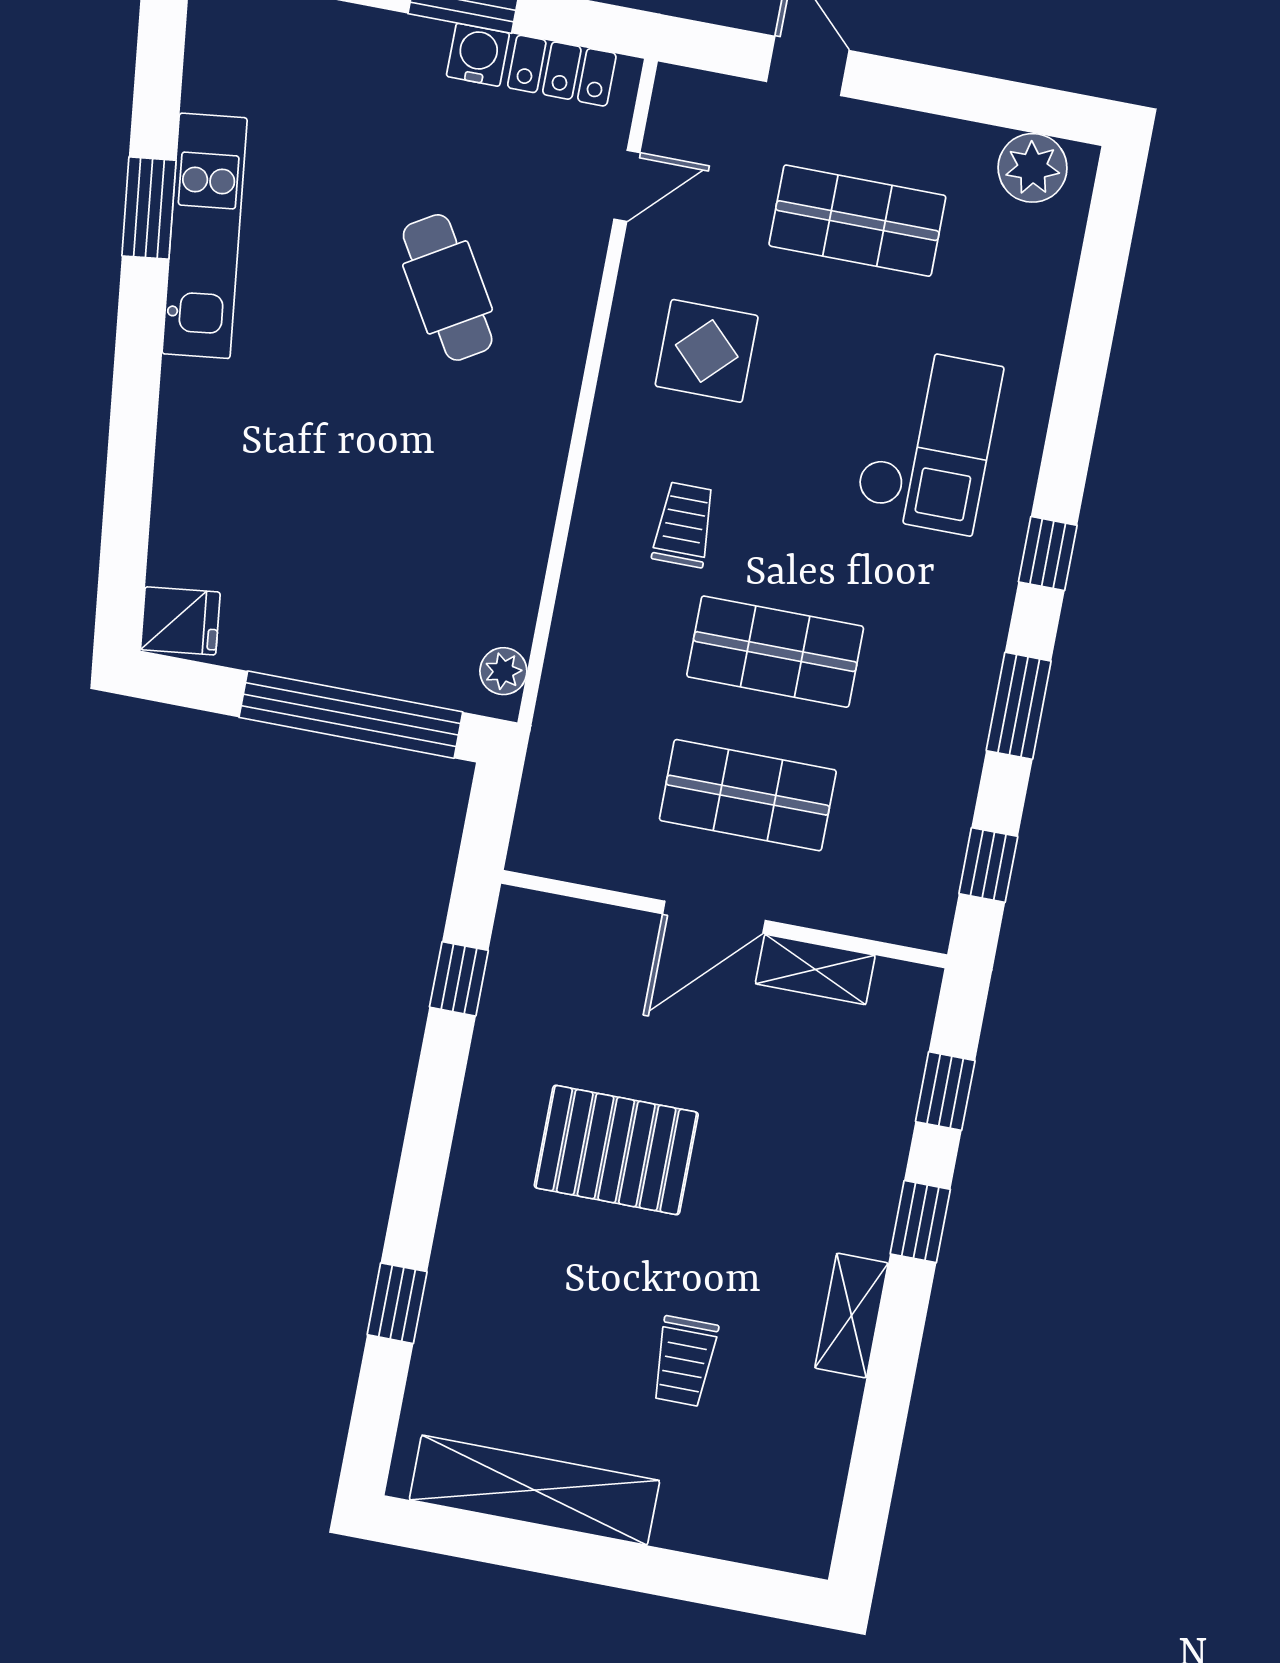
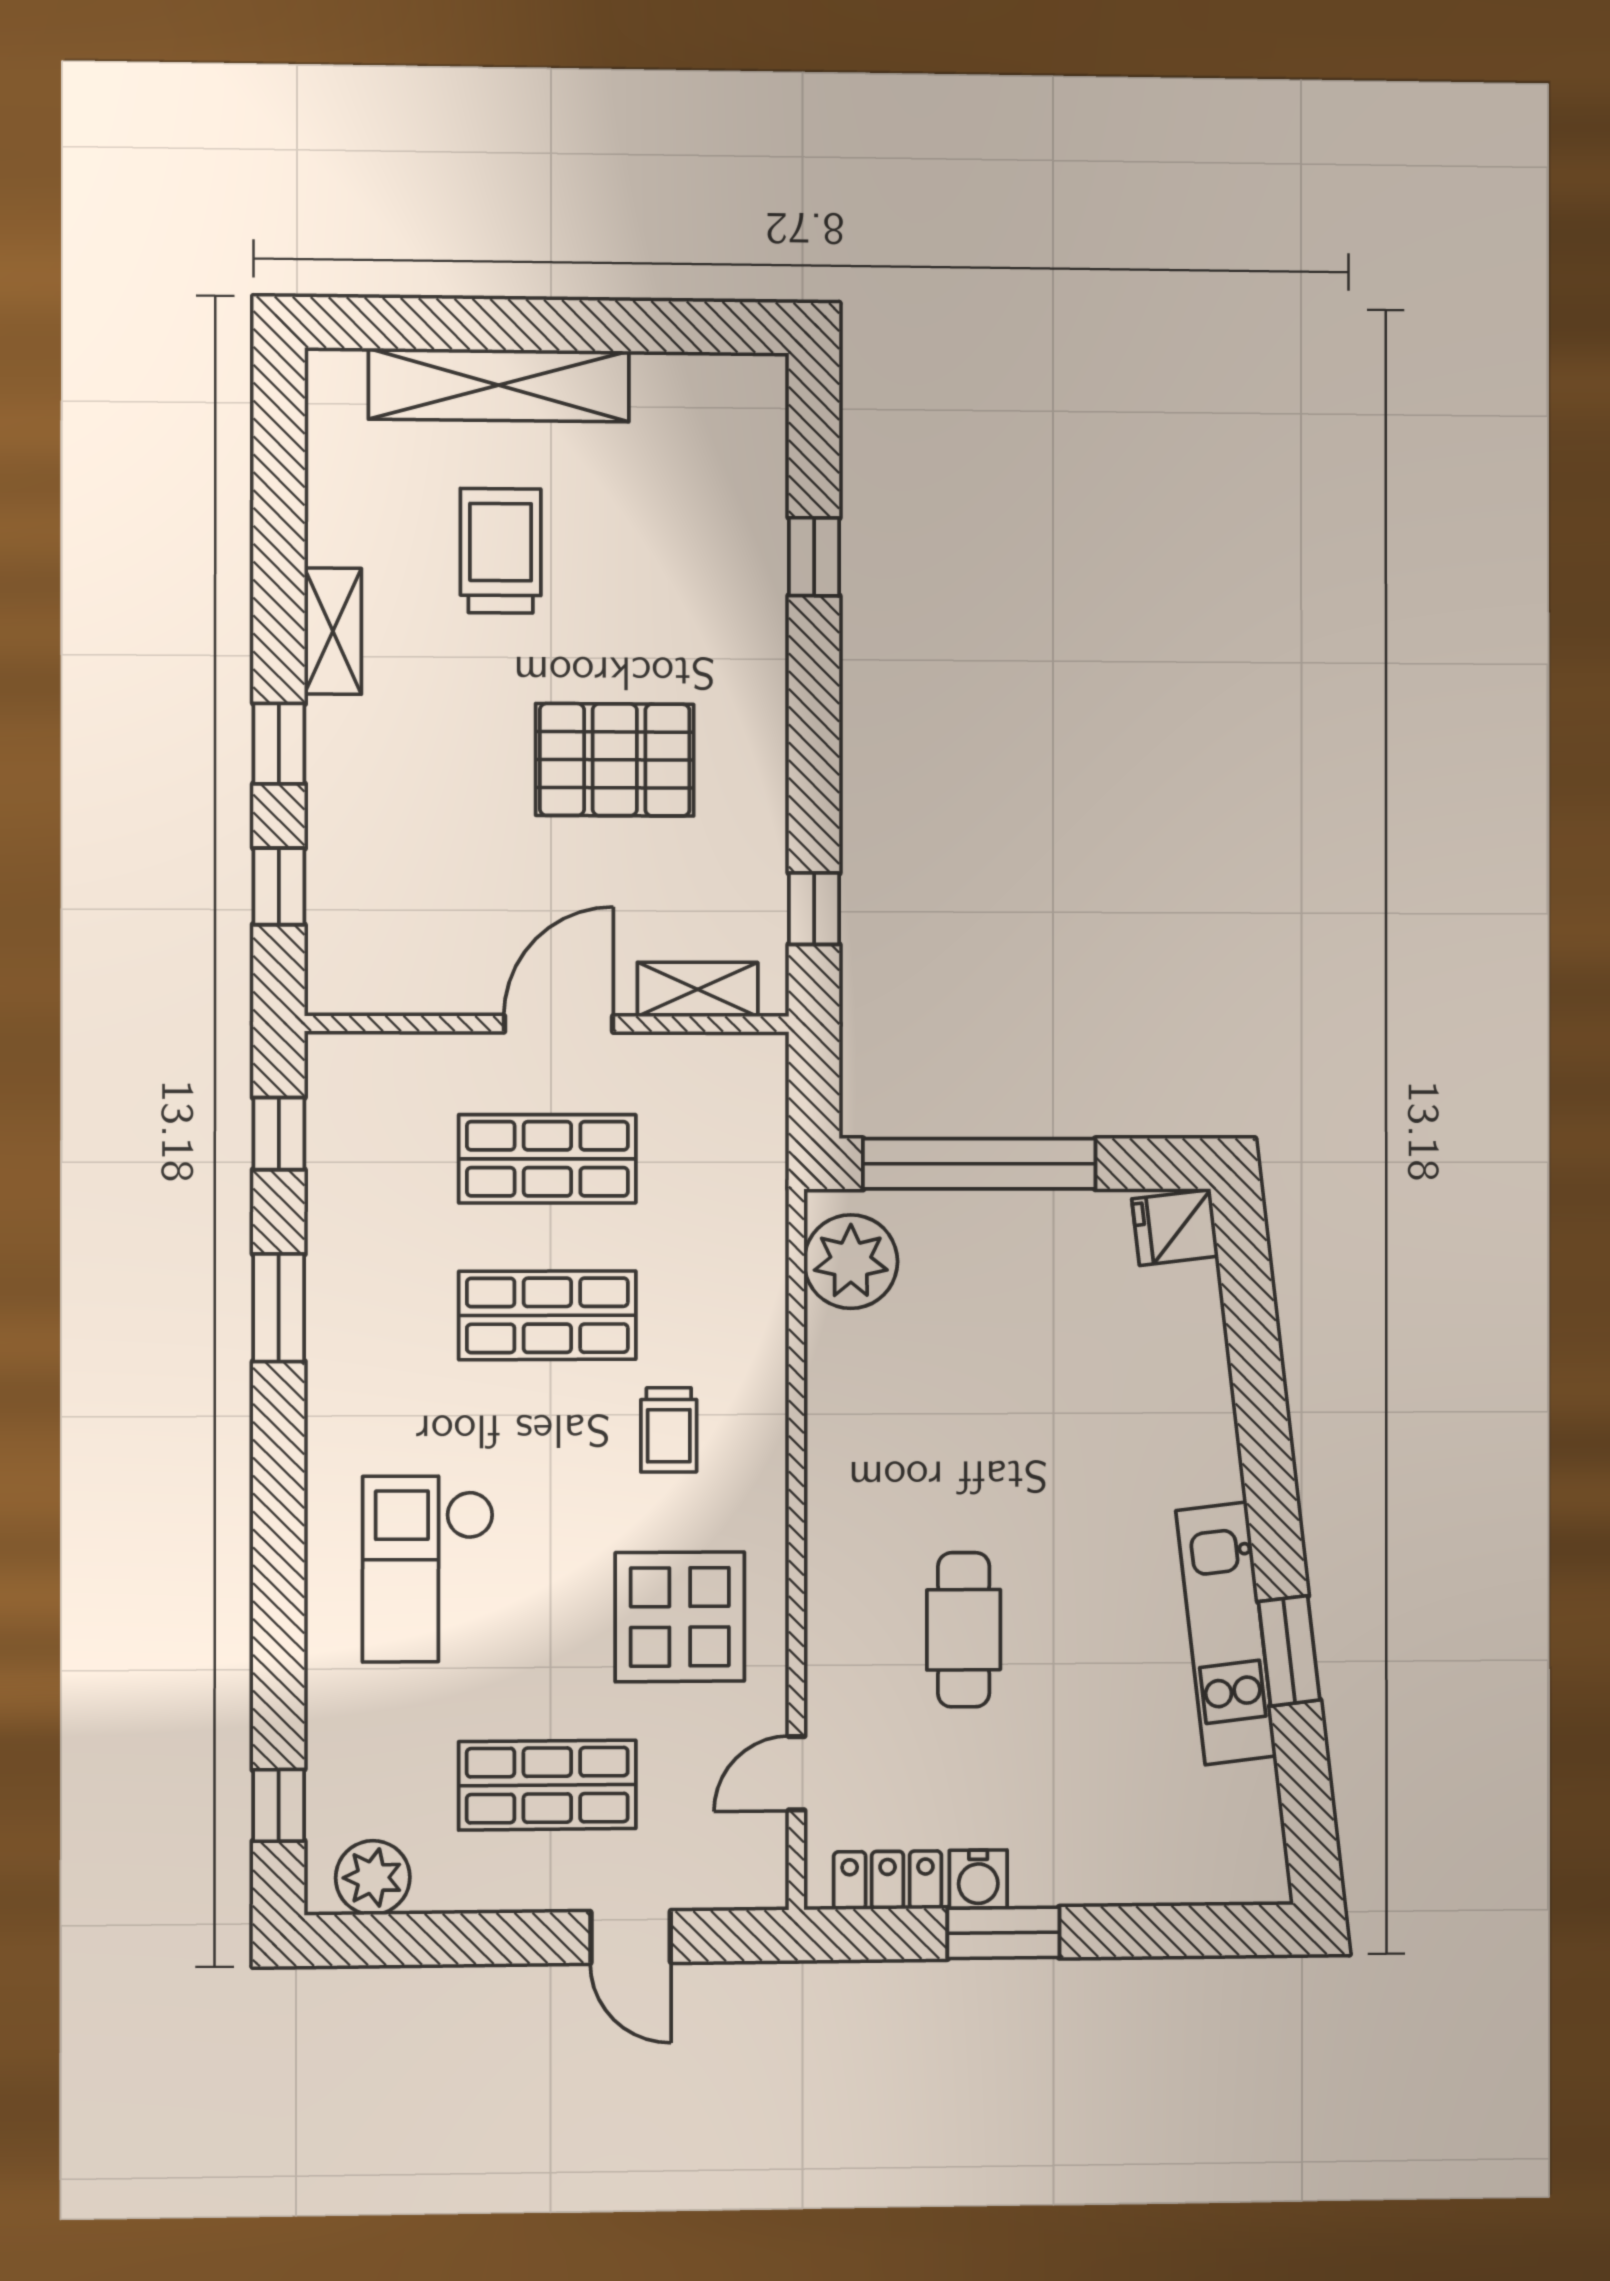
cafe table: (448, 287) -> (964, 1630), turned 31
display table: (707, 351) -> (680, 1617), width x1.36, depth x1.36
window: (1048, 554) -> (279, 1805), moved
plant: (503, 671) -> (851, 1262), width x1.88, depth x1.88
shelving: (815, 969) -> (698, 989), moved
trolley: (684, 1361) -> (501, 551), width x1.36, depth x1.39
shelving: (534, 1490) -> (499, 385), moved

